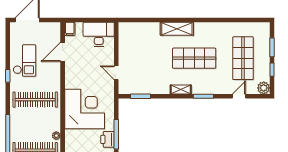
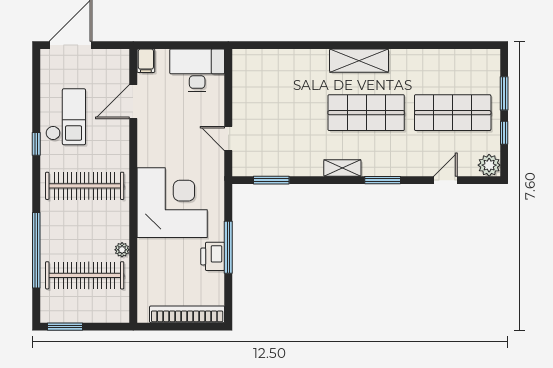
shelving: (177, 29) -> (359, 61), moved
shop shelf: (243, 58) -> (453, 113), turned 90

